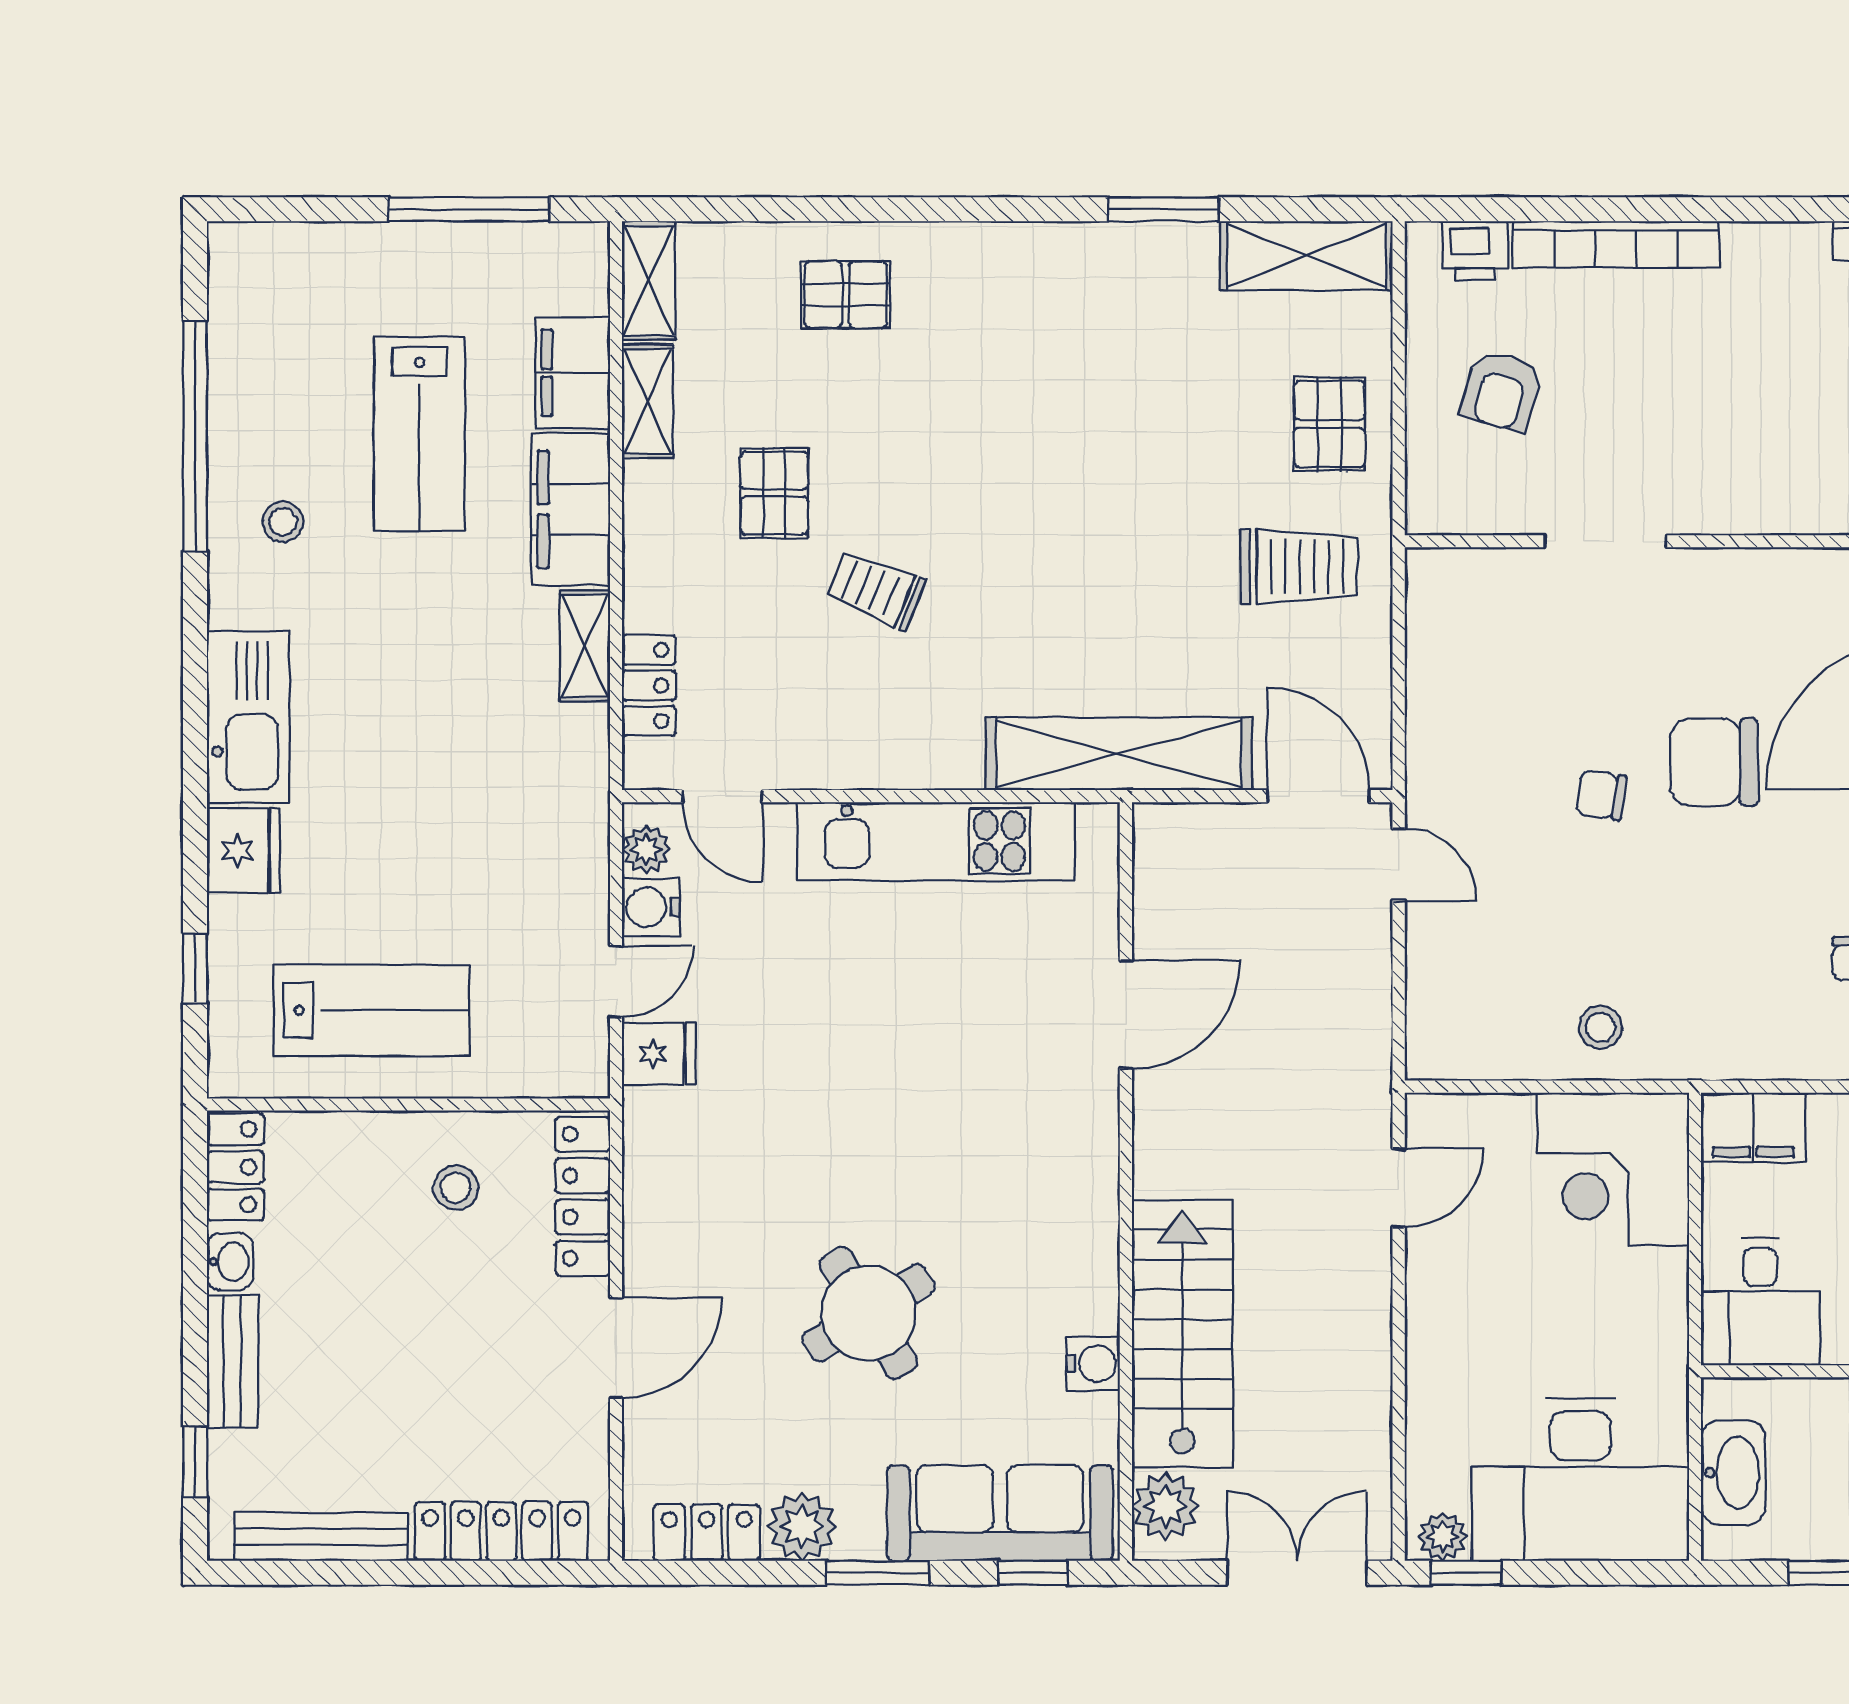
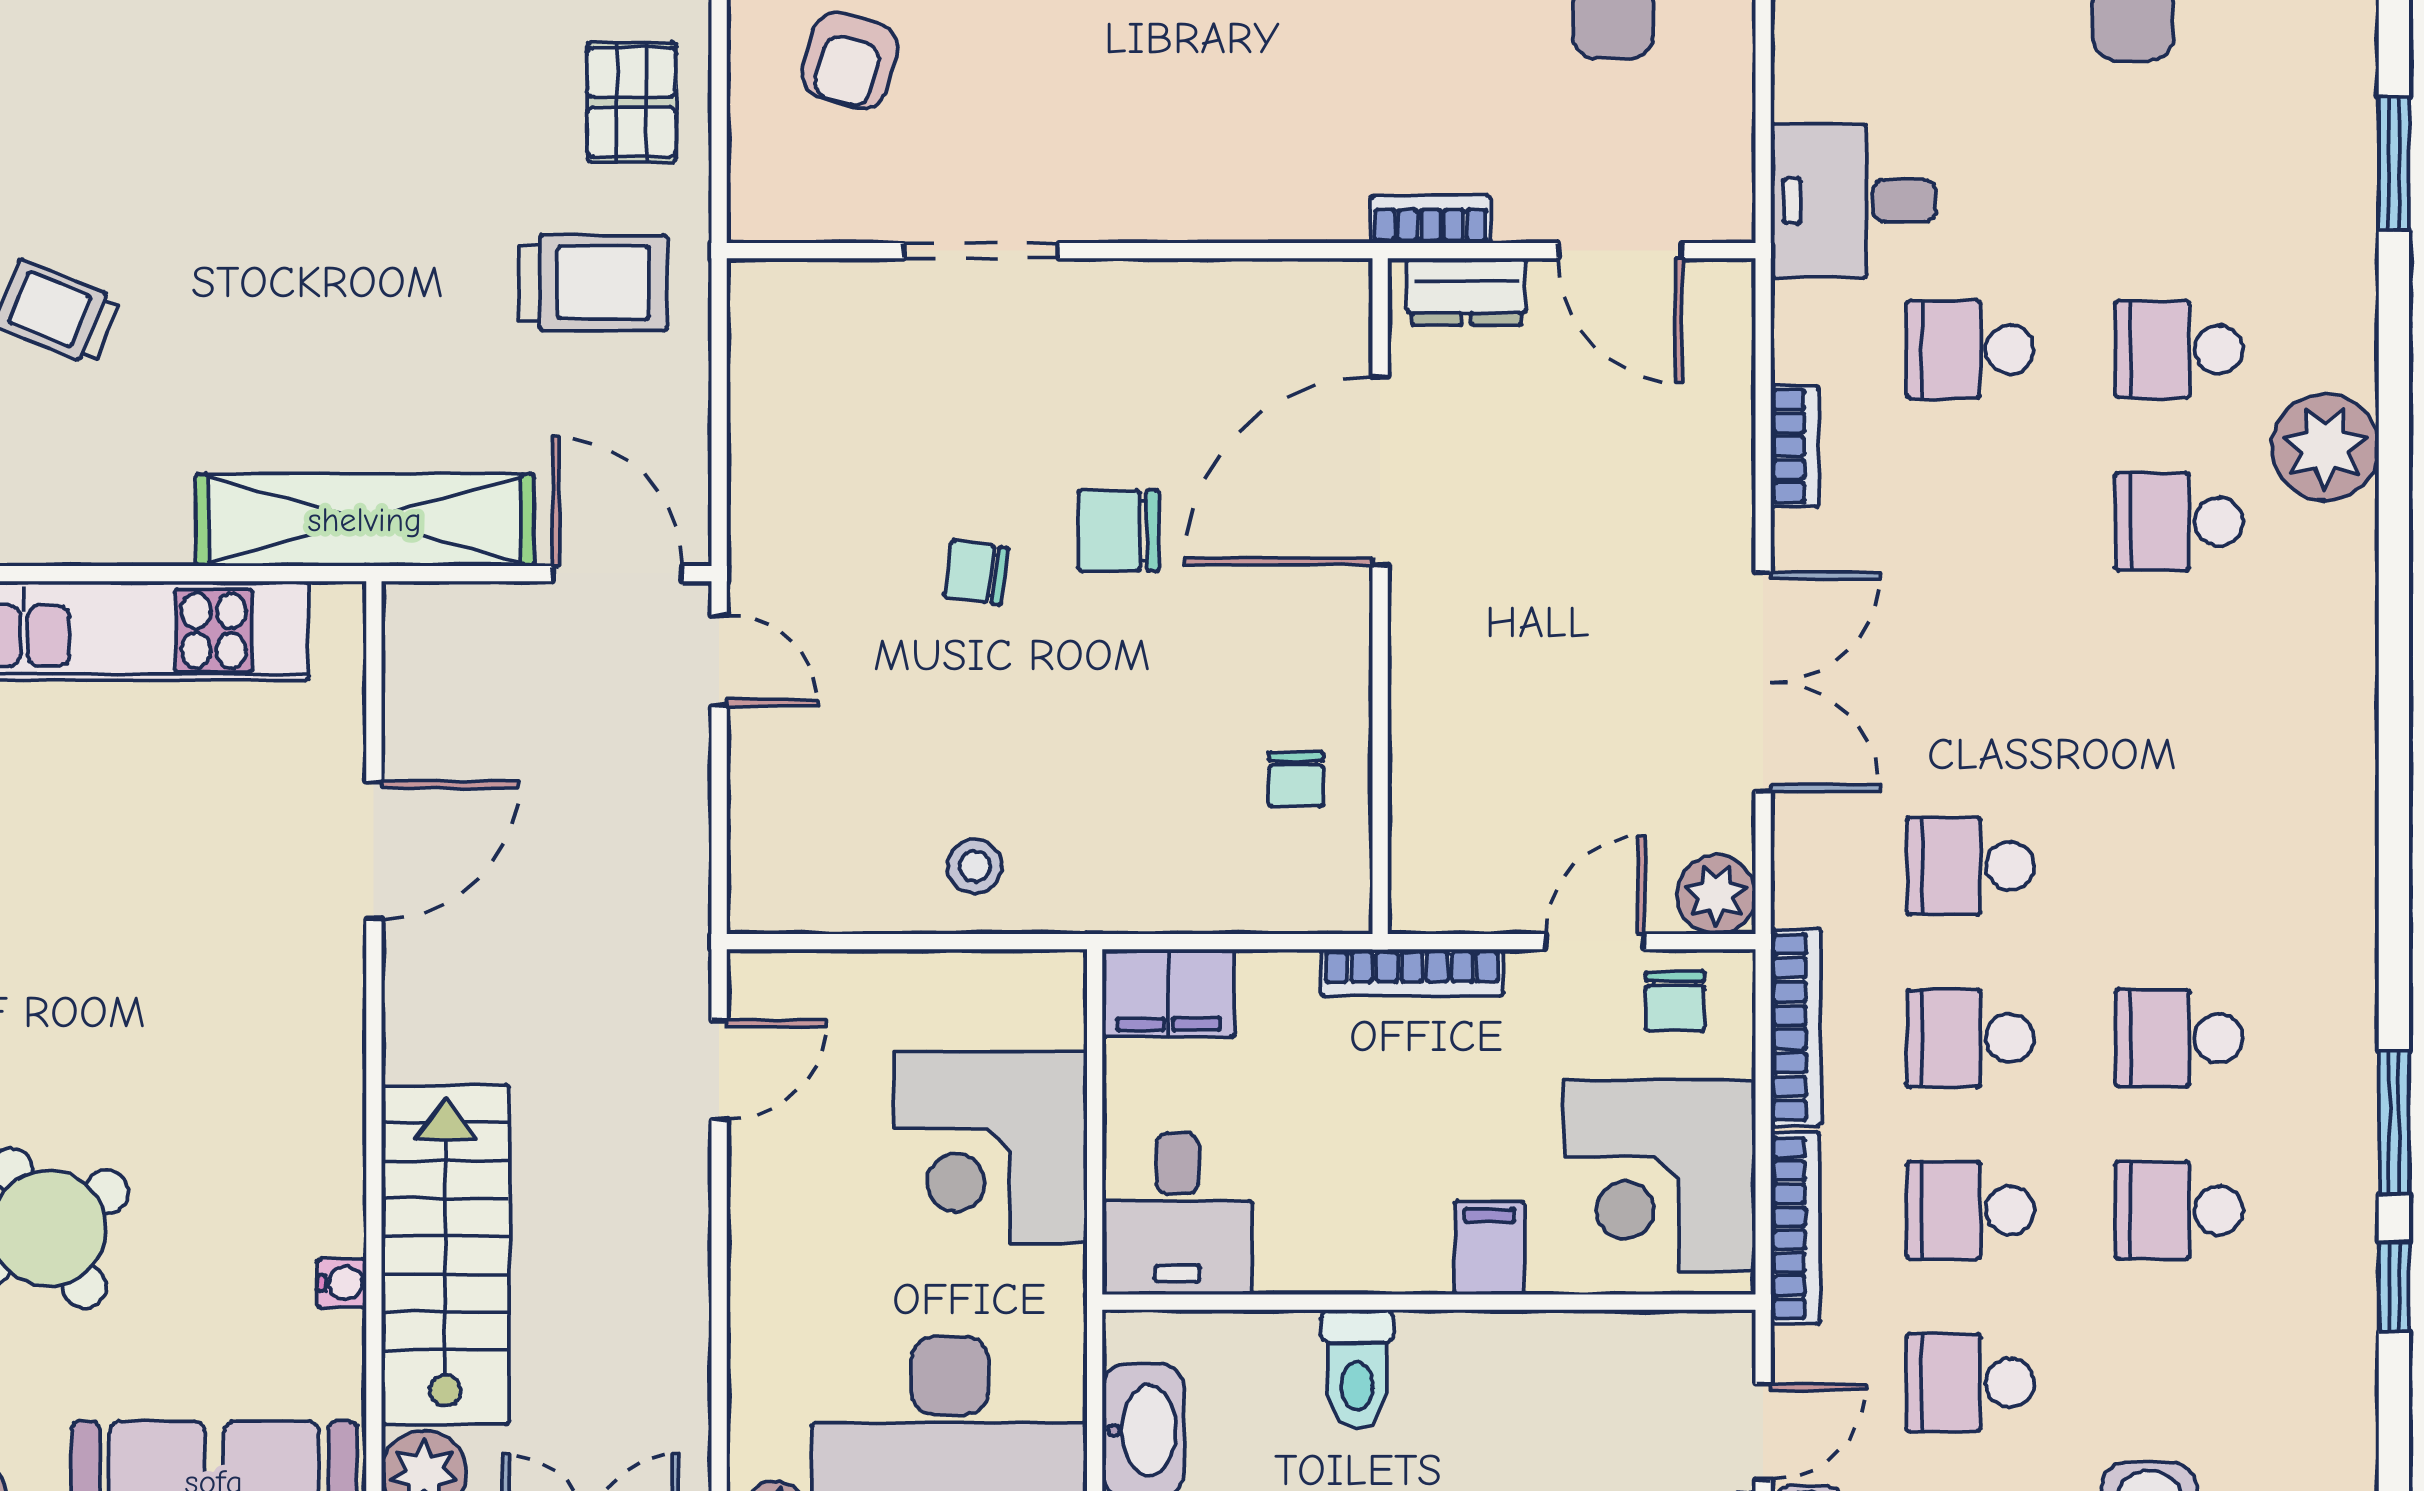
chair: (1714, 762) -> (1119, 531), width x0.73, depth x0.73
corner desk: (1613, 1169) -> (991, 1148), moved
water cooler: (1093, 1364) -> (342, 1283), width x0.72, depth x0.72

